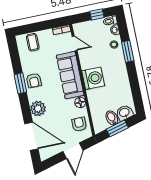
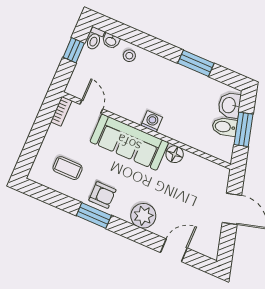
coffee table: (33, 42) -> (68, 168), moved
door: (75, 43) -> (91, 107), hinge flipped
window: (128, 51) -> (196, 63), moved
washing machine: (93, 78) -> (152, 121), width x0.53, depth x0.53
armchair: (79, 124) -> (203, 176), removed
door: (31, 136) -> (174, 250), width x0.53

